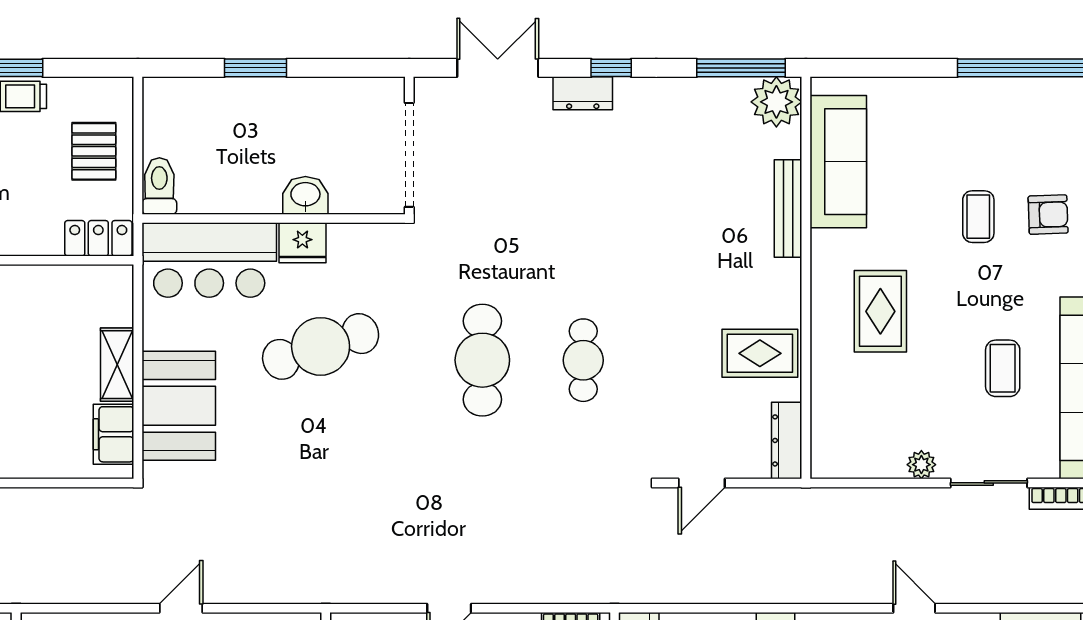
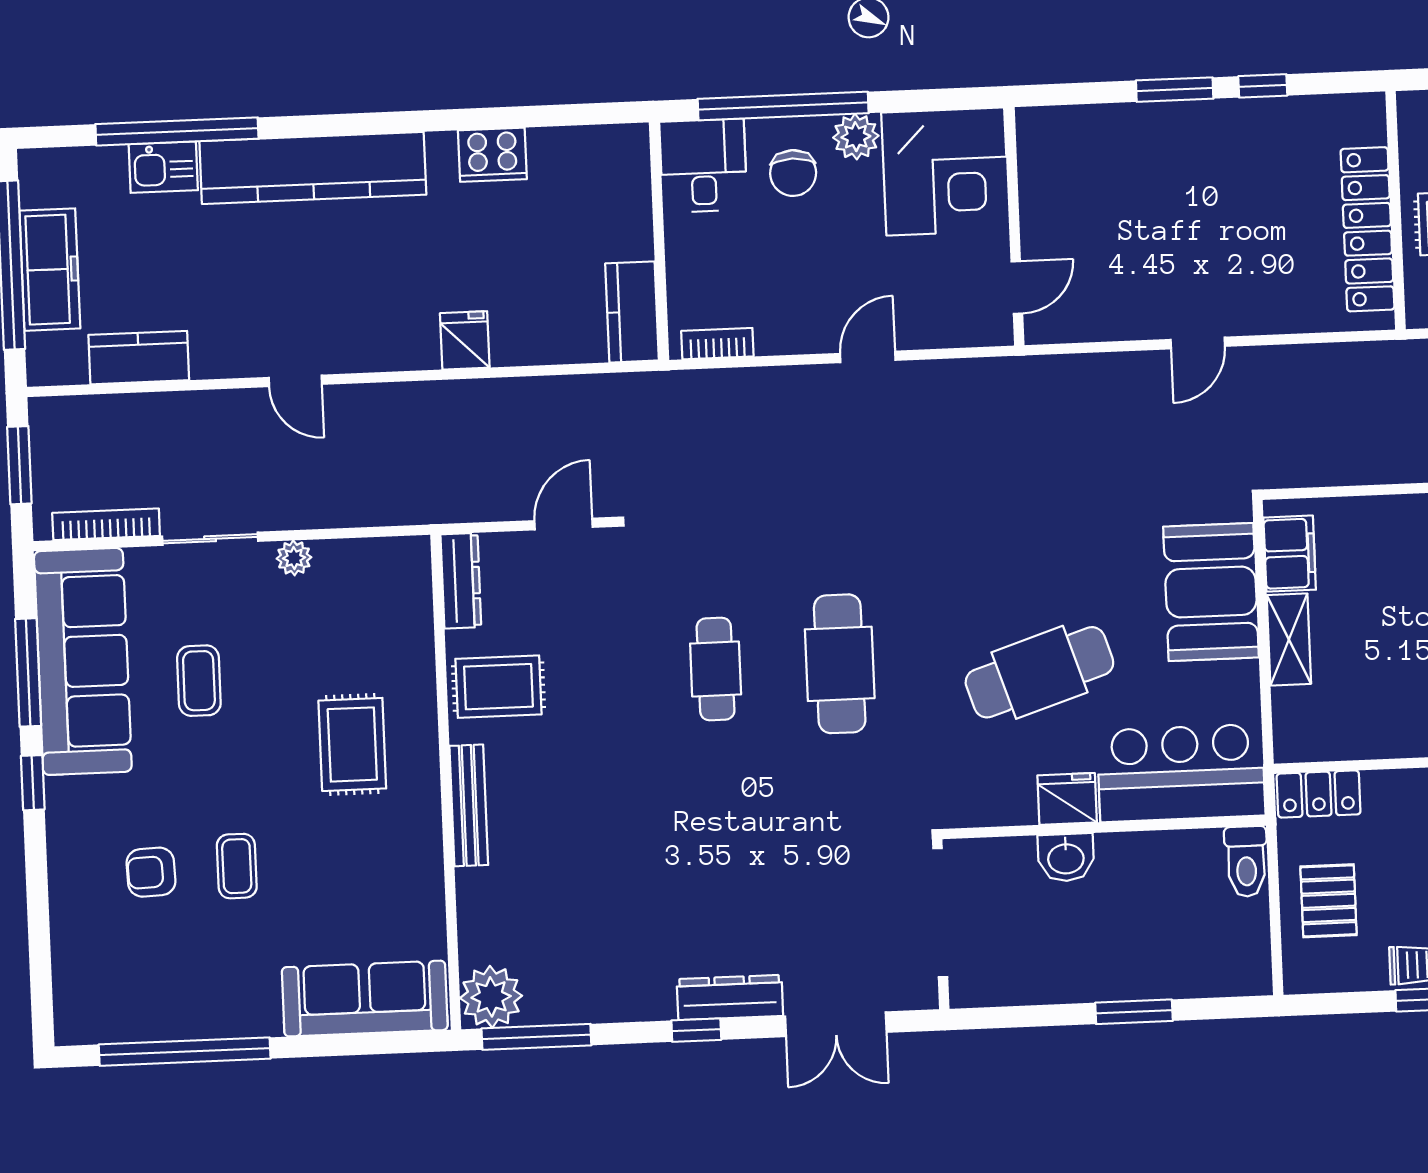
dresser: (583, 93) -> (730, 997), width x1.44
sofa: (838, 162) -> (365, 999), moved, turned 90
bench: (788, 209) -> (469, 805), moved

